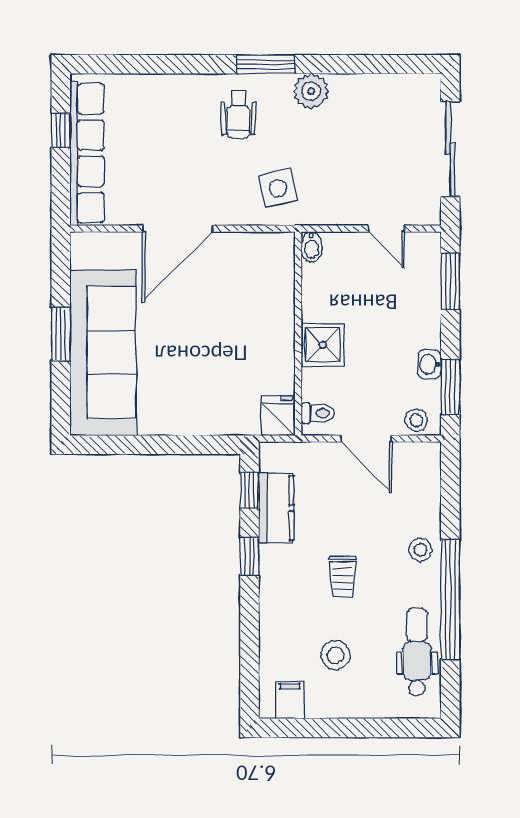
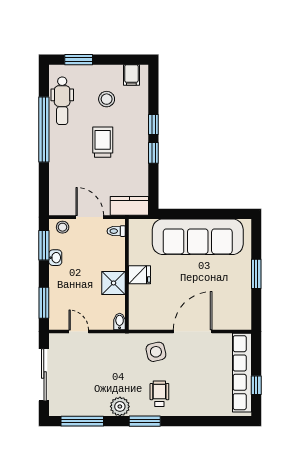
window: (380, 64) -> (82, 421), added
side table: (278, 188) -> (156, 352), moved
shower: (323, 345) -> (114, 283), moved
sofa: (103, 353) -> (198, 237), moved, turned -90
fridge: (278, 416) -> (139, 275), moved, turned -90
window: (249, 491) -> (153, 124), moved
kitchen counter: (276, 508) -> (129, 206), moved, turned 90
stool: (420, 550) -> (60, 157), removed
trolley: (343, 576) -> (103, 142), width x1.36, depth x1.39
window: (387, 728) -> (79, 60), added

